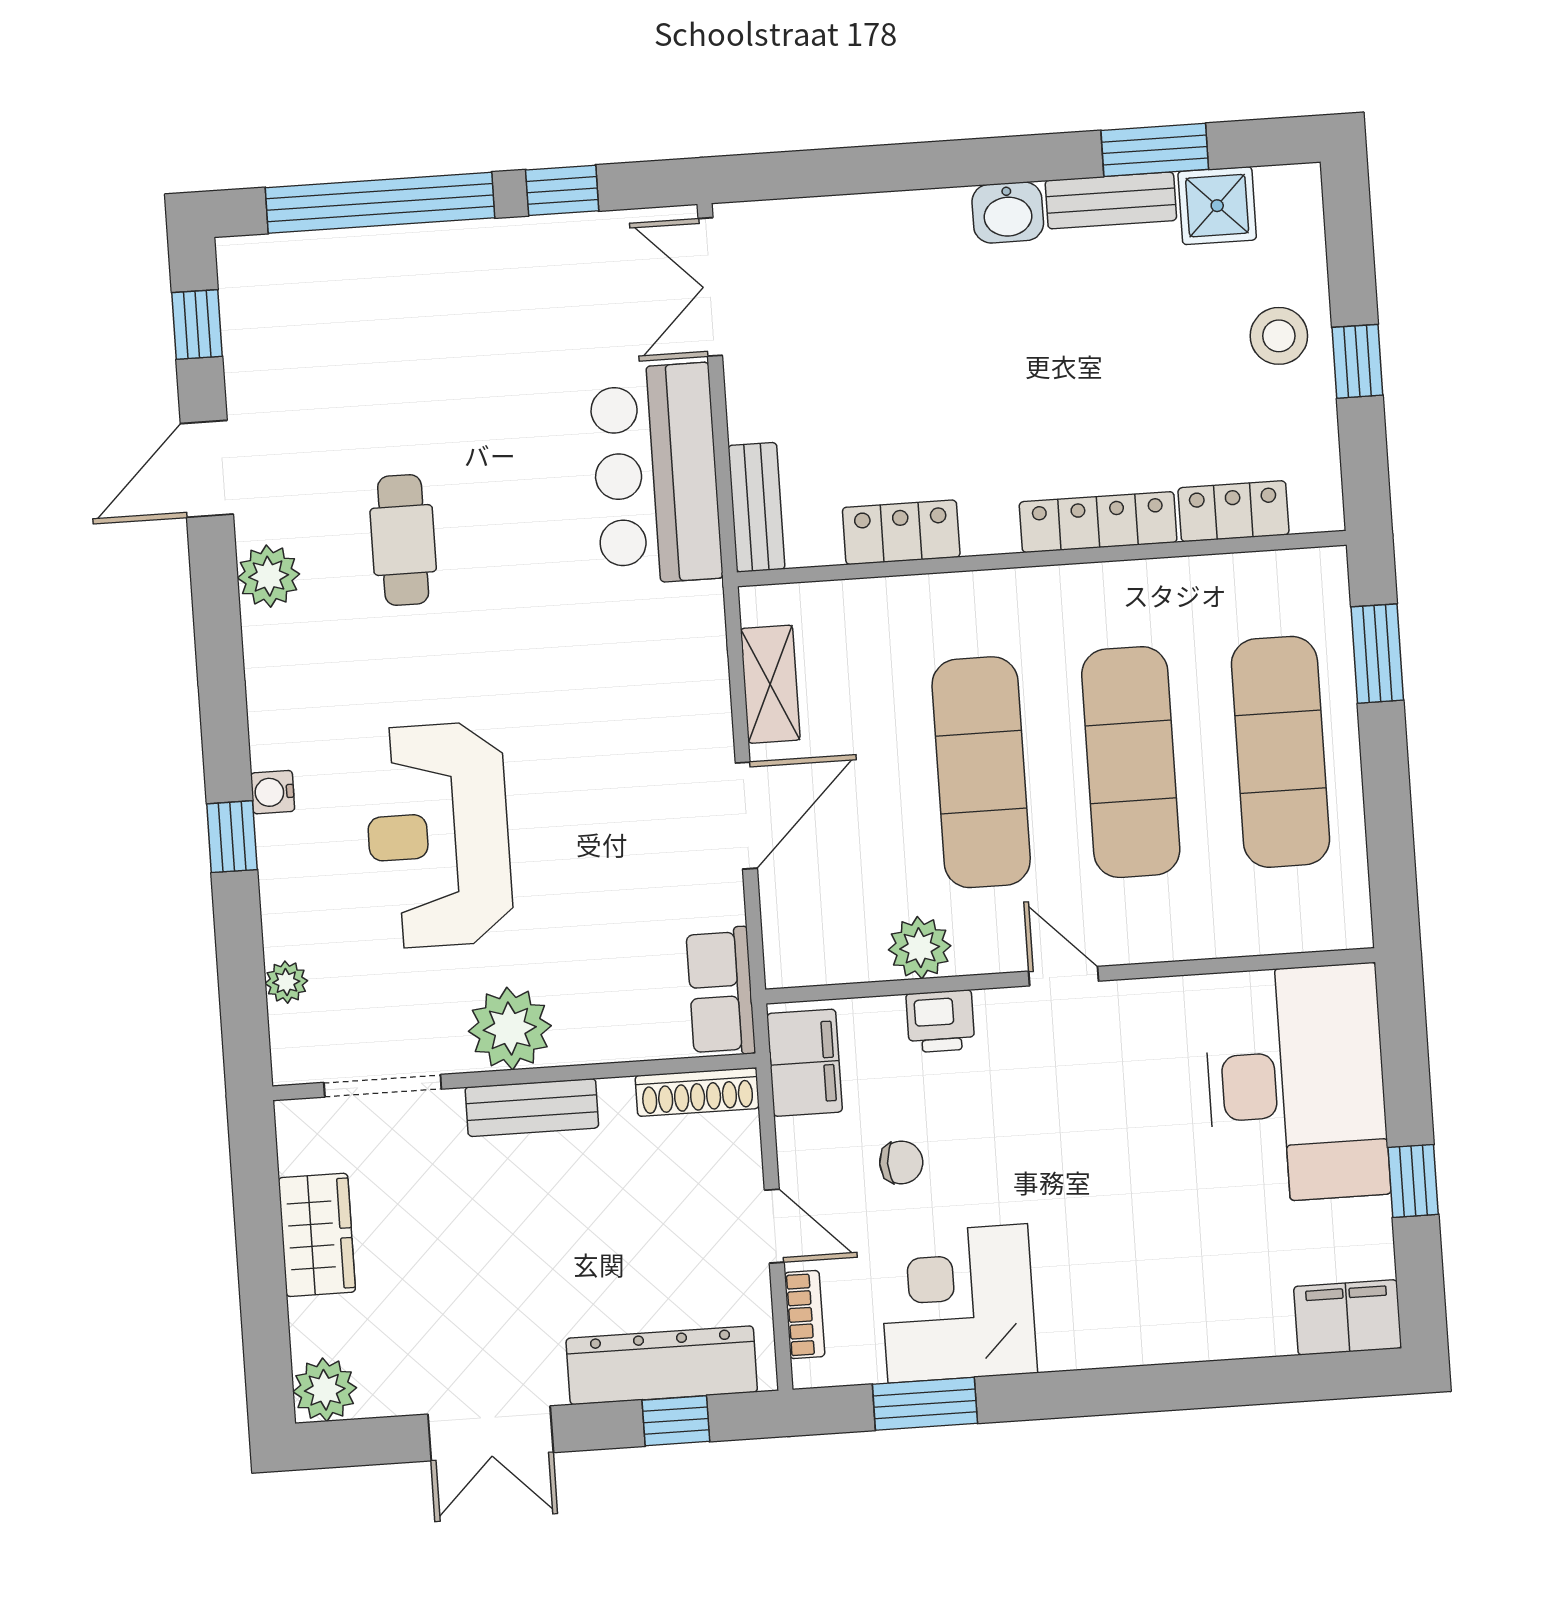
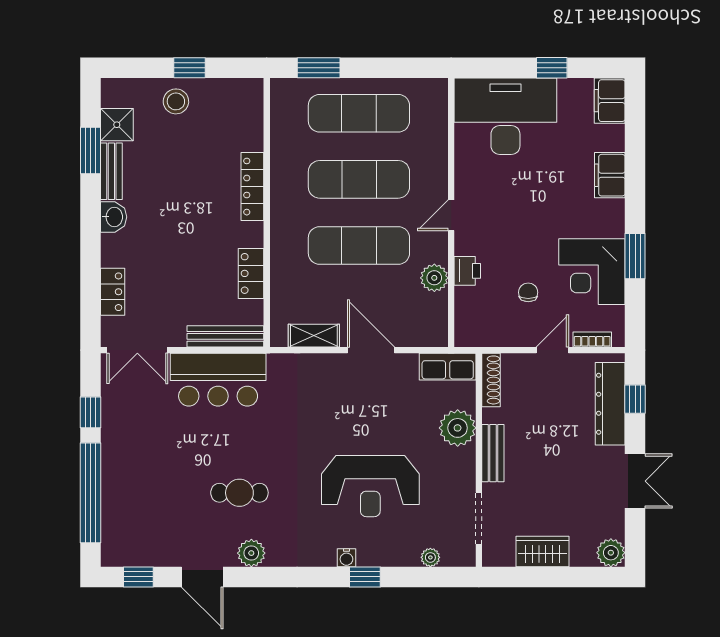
bench: (756, 507) -> (225, 336), width x1.36
locker: (1233, 511) -> (113, 292), moved, turned 180
plant: (510, 1029) -> (458, 428), moved
filing cabinet: (805, 1063) -> (610, 175), moved, turned -90
window: (925, 1404) -> (635, 256), moved

